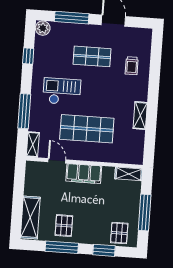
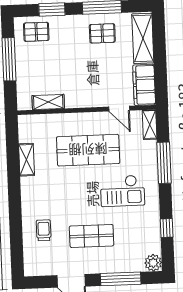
shelving: (140, 116) -> (27, 160), moved
filing cabinet: (84, 174) -> (144, 85), moved, turned -90
shelving: (129, 174) -> (48, 102), moved
pallet: (64, 226) -> (102, 33), turned 90
pallet: (119, 233) -> (36, 32), turned 90

